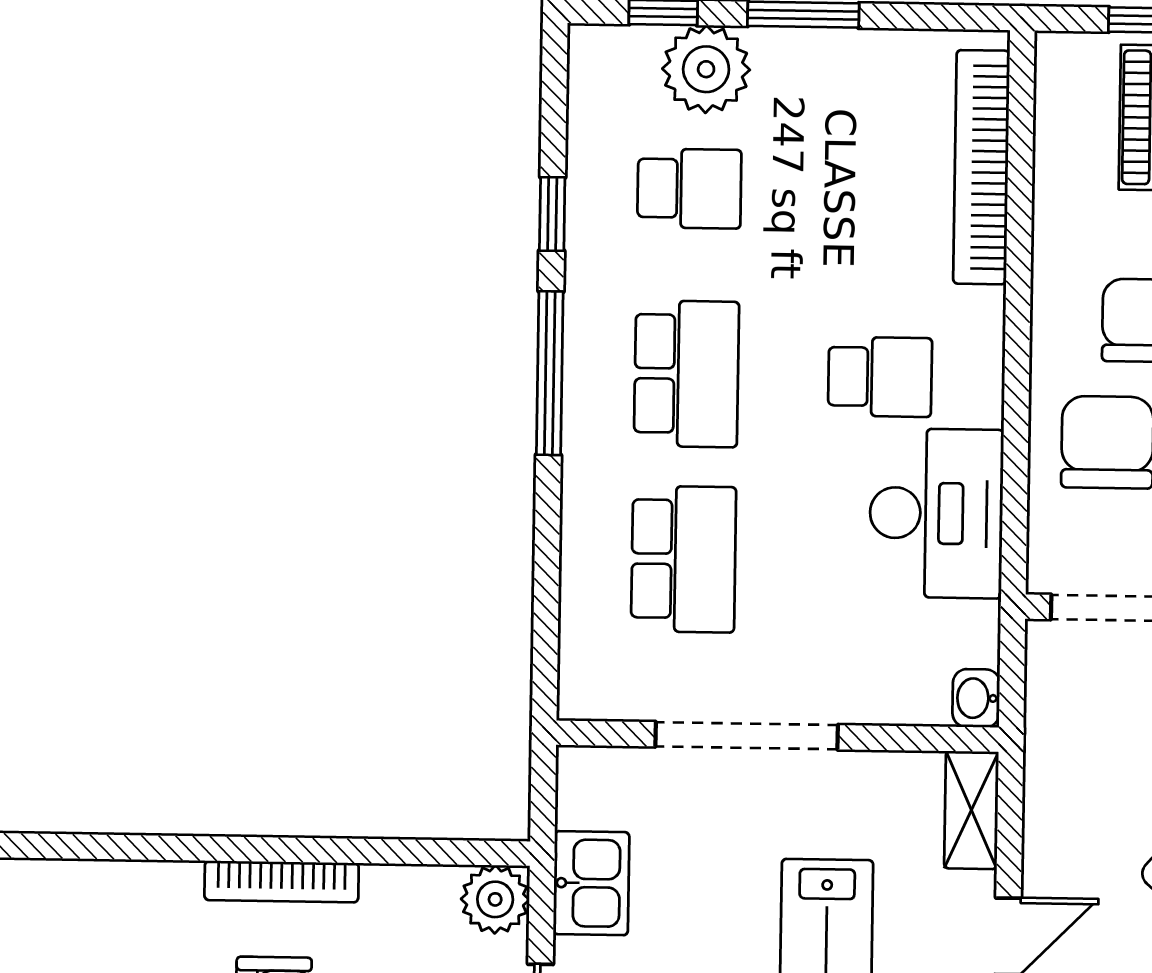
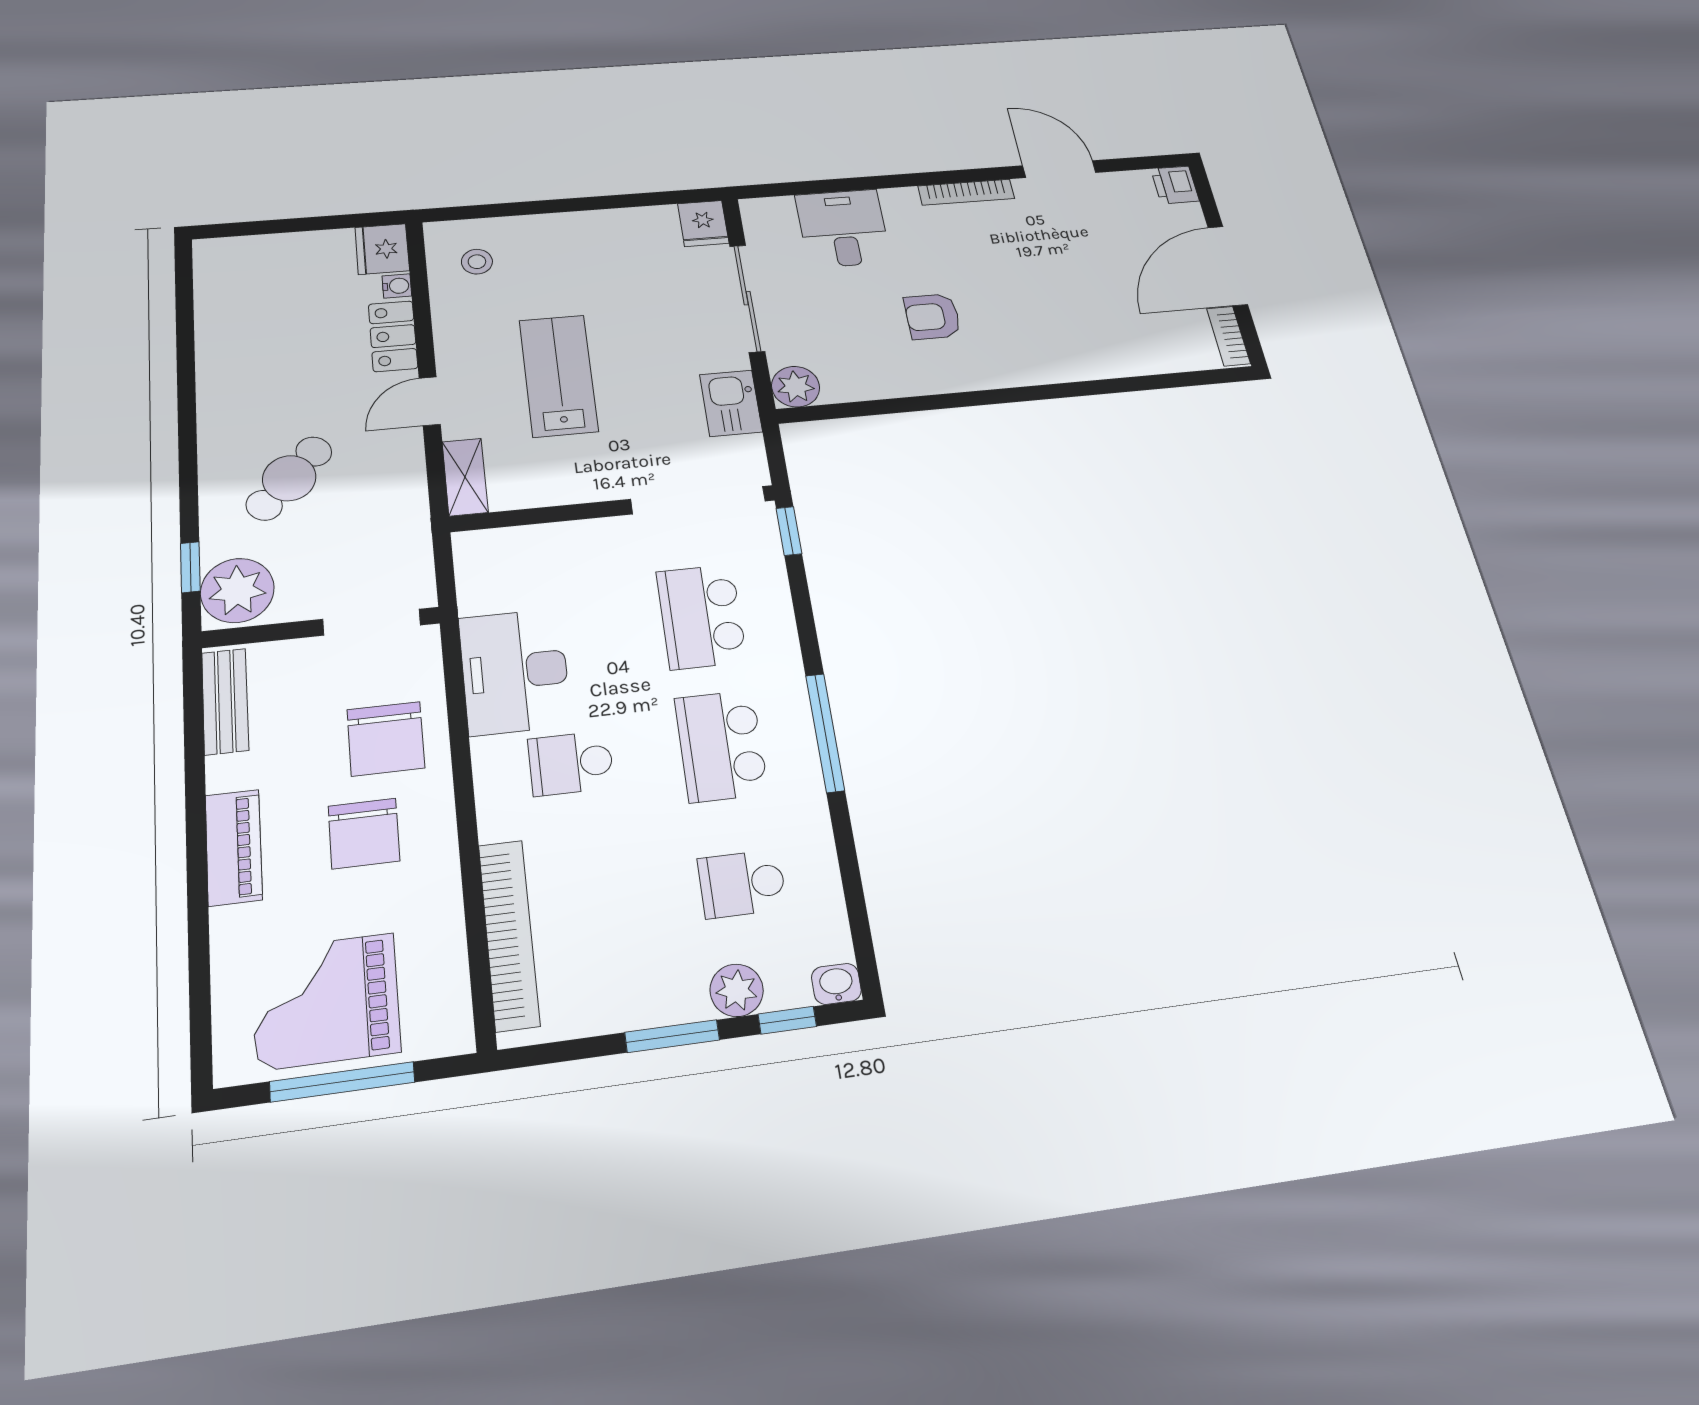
plant: (706, 69) -> (737, 990), width x0.73, depth x0.73
window: (552, 214) -> (789, 531), moved
washbasin: (976, 698) -> (836, 984), moved, turned -90
doorway: (747, 736) -> (698, 500), moved
bookcase: (282, 882) -> (943, 382), removed

